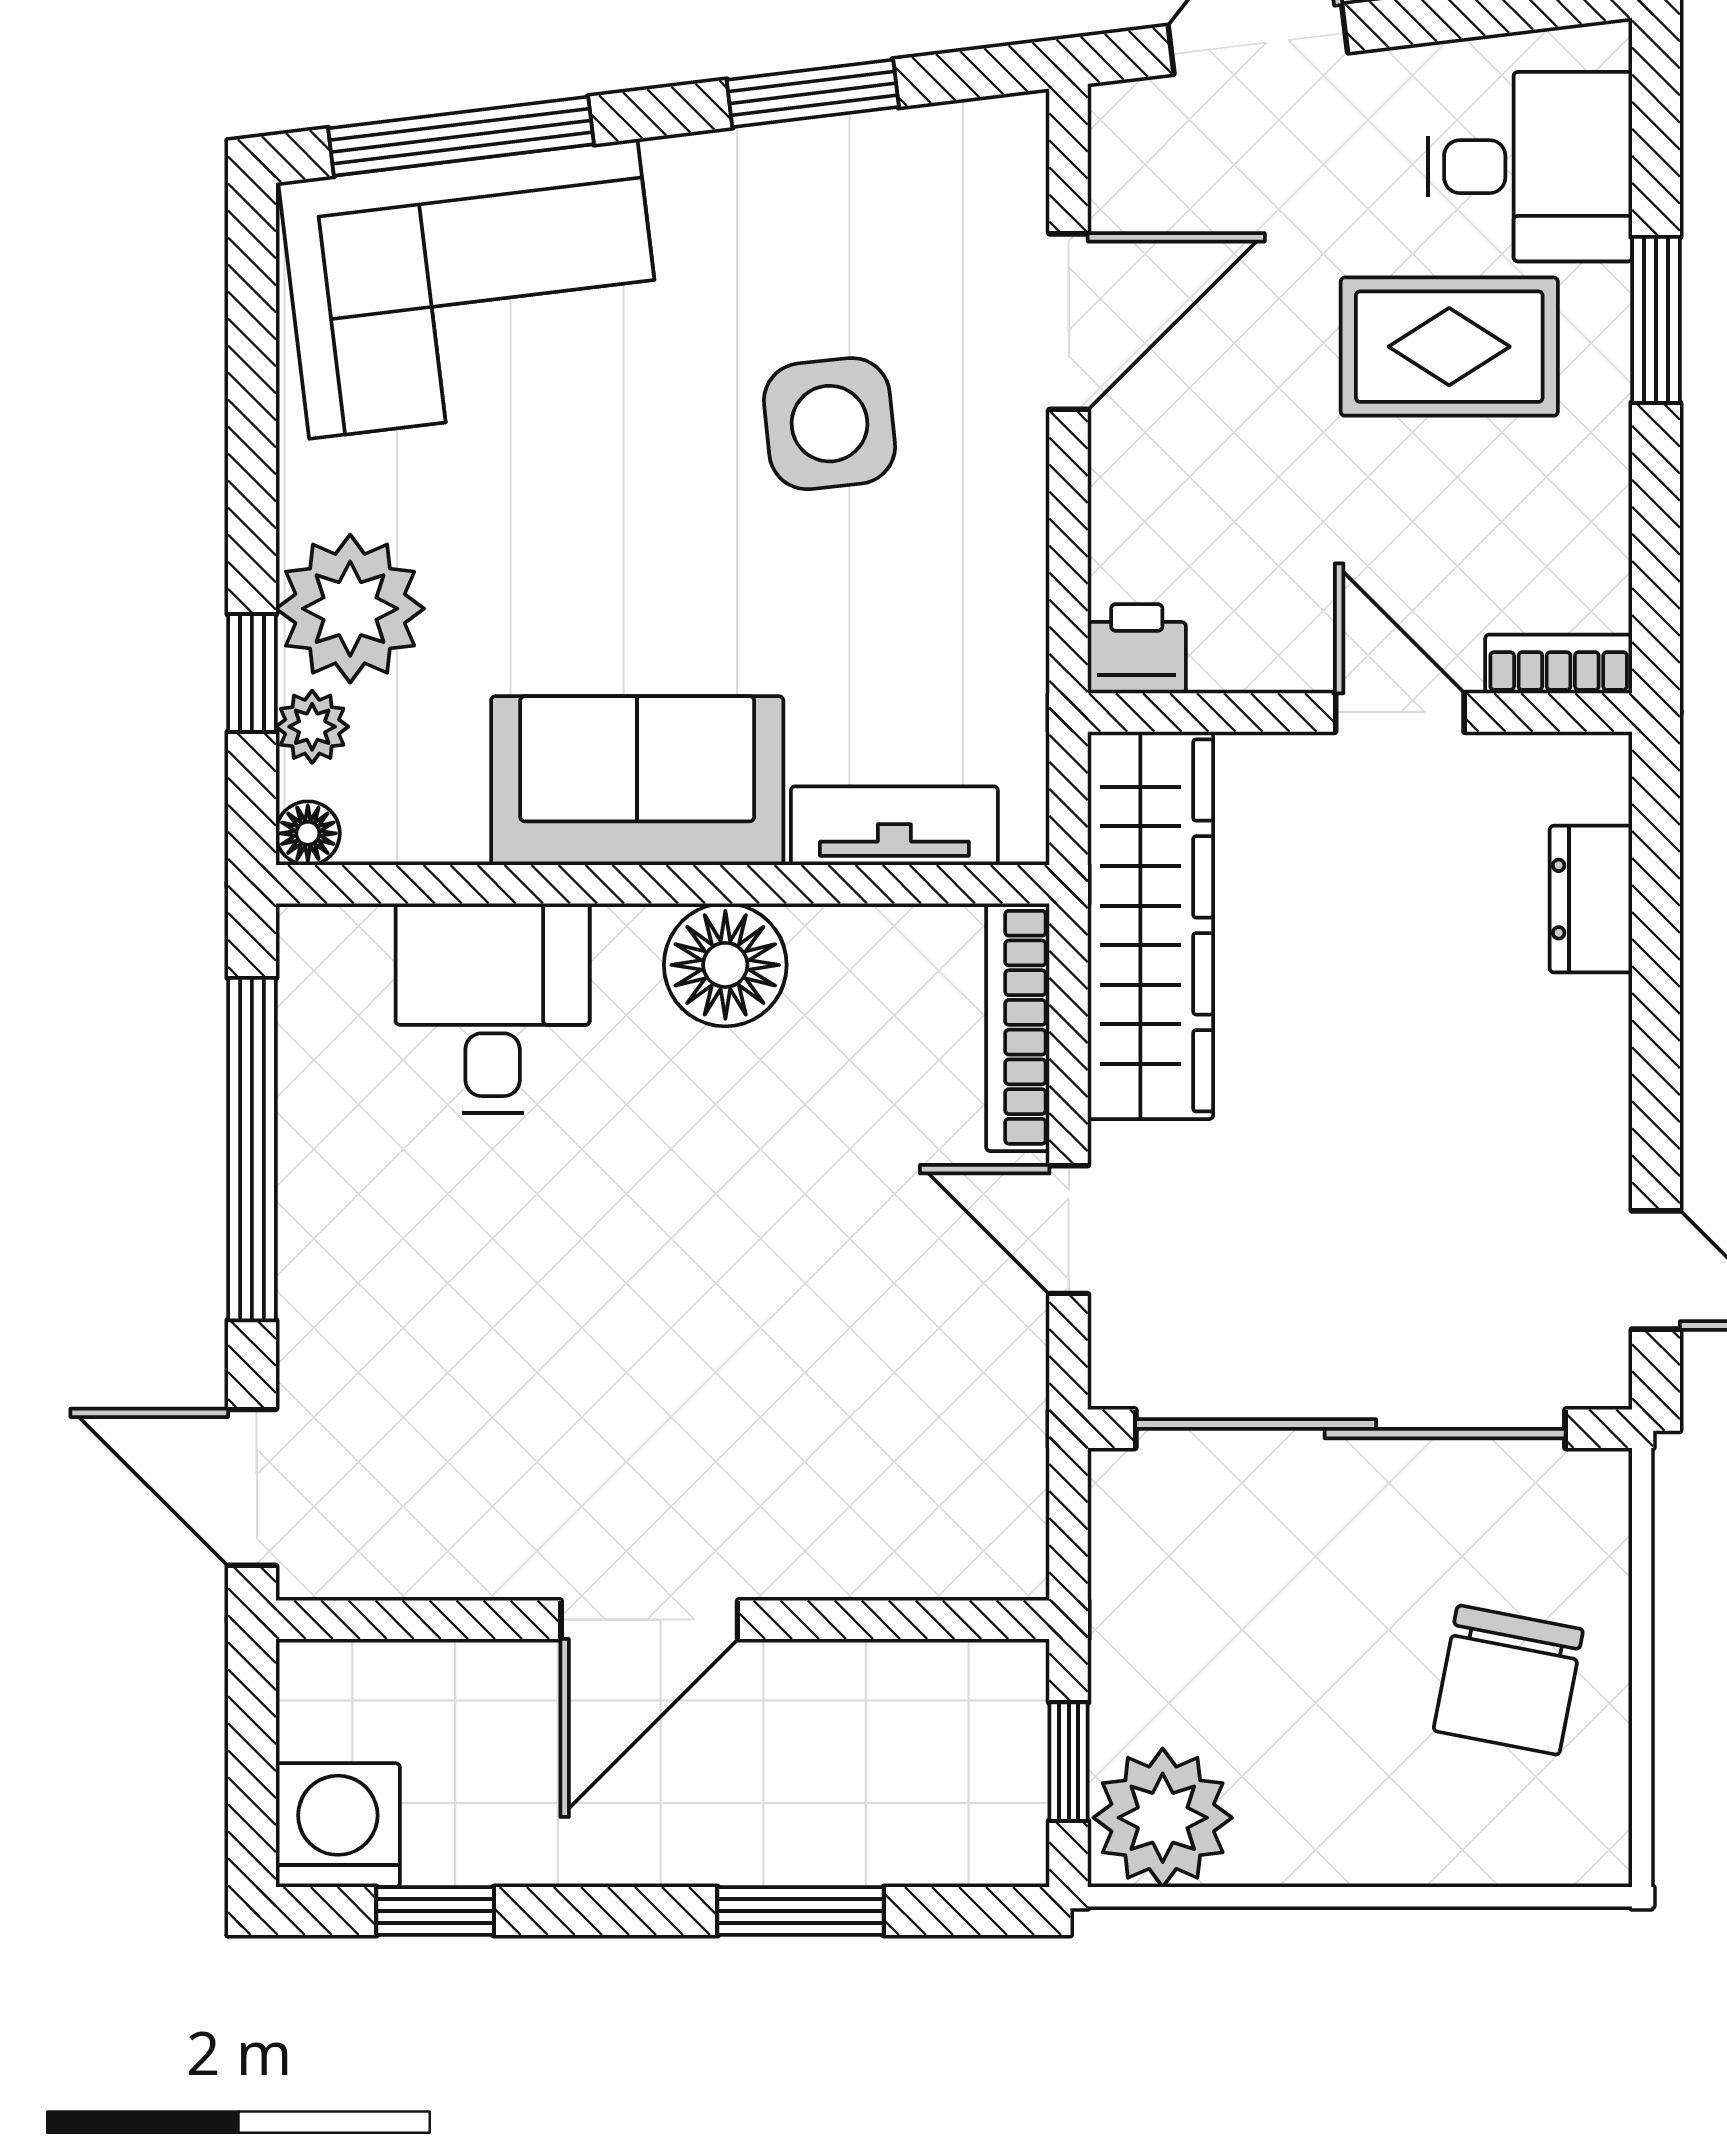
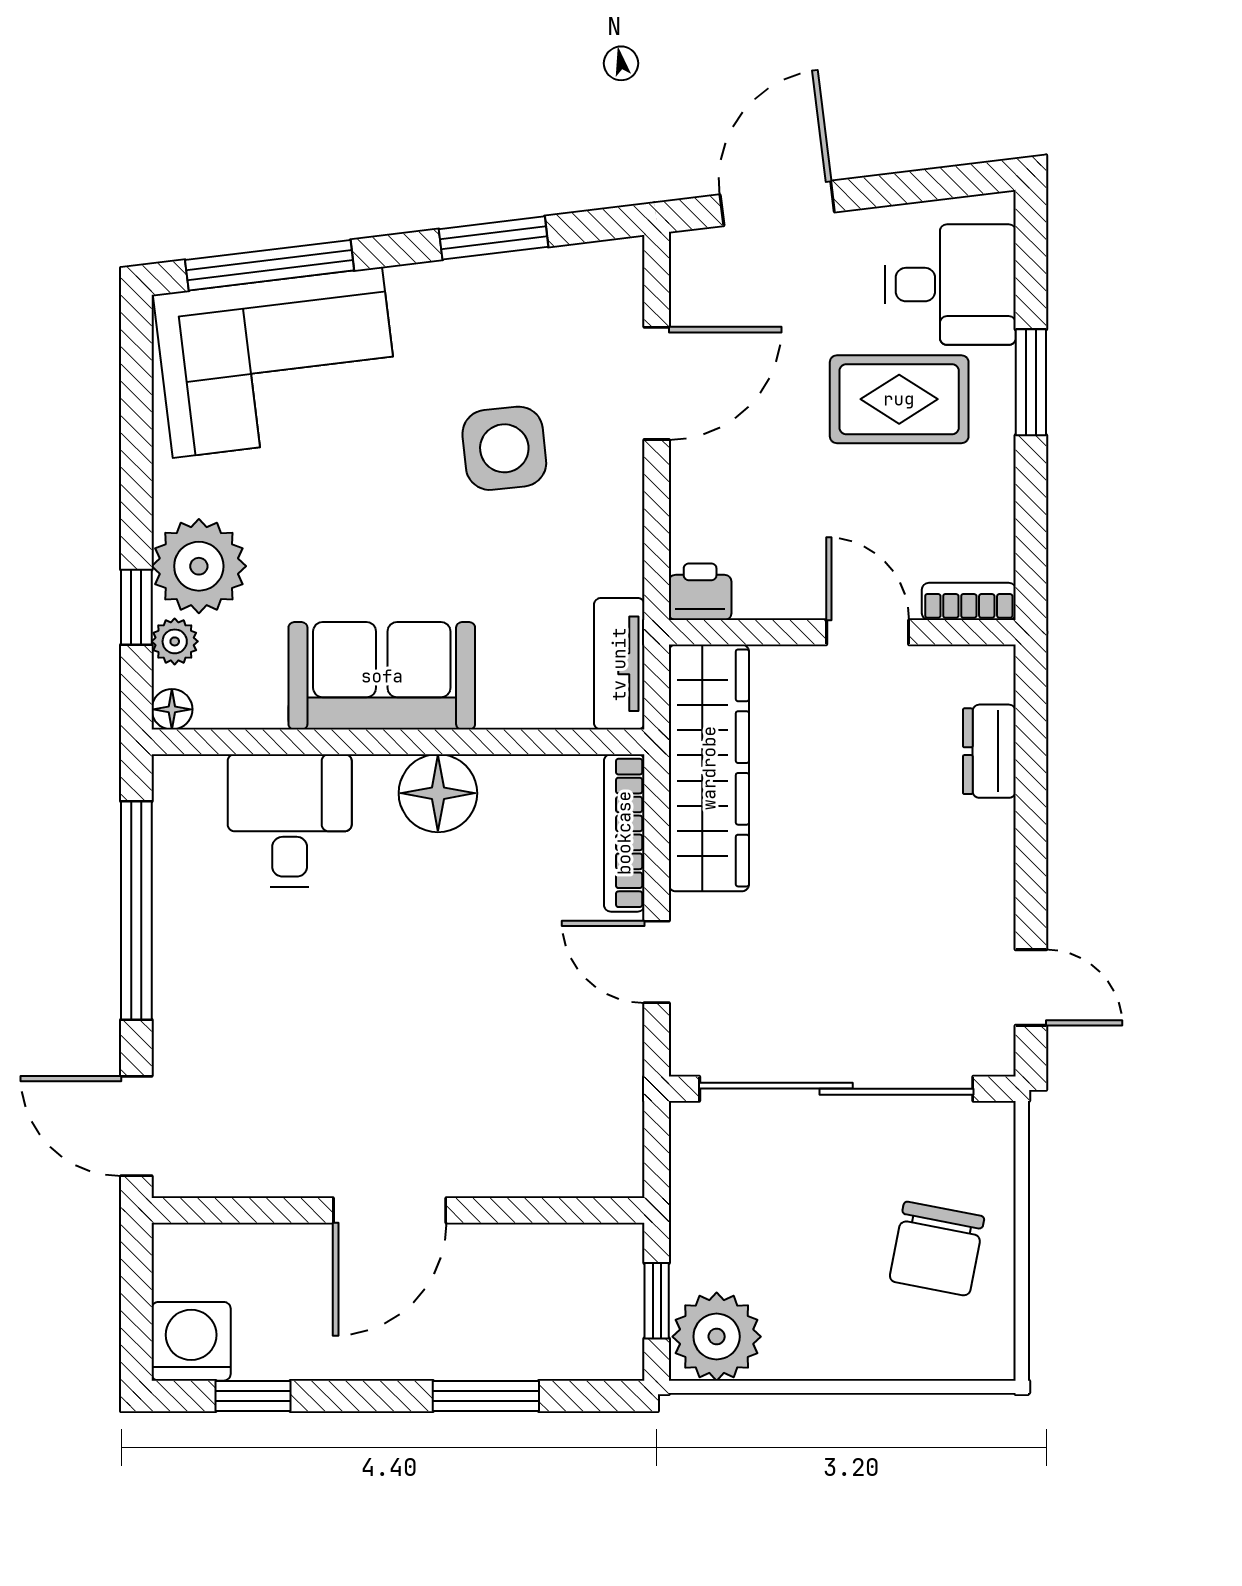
tv unit: (894, 826) -> (619, 664), moved, turned -90

